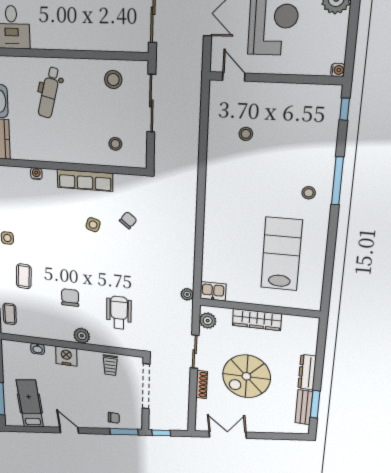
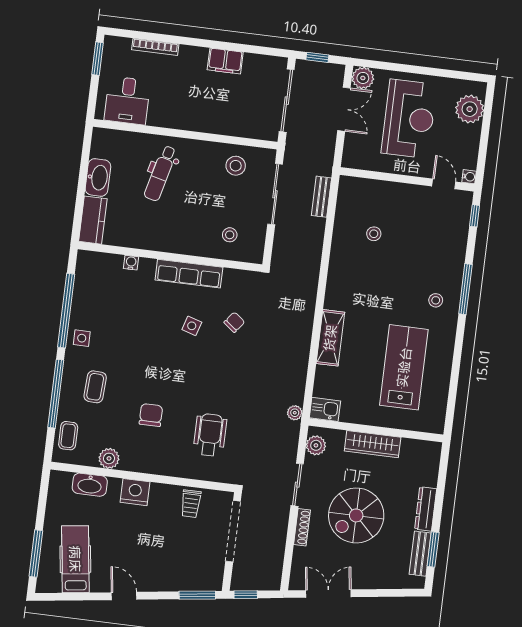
door: (234, 77) -> (444, 184), moved
bench: (194, 102) -> (322, 197), added
shelving: (213, 231) -> (330, 338), added
plant: (82, 336) -> (109, 458), moved
washbasin: (38, 349) -> (90, 485), width x1.91, depth x1.45
chair: (114, 418) -> (186, 576), removed

